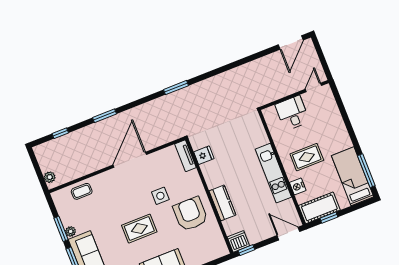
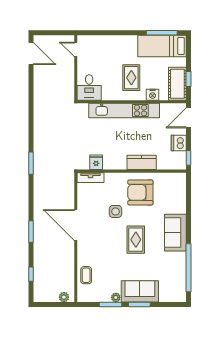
desk: (292, 113) -> (89, 87), moved, turned -90
kitchen unit: (273, 173) -> (124, 110), width x1.36
dishwasher: (238, 241) -> (179, 143), moved

